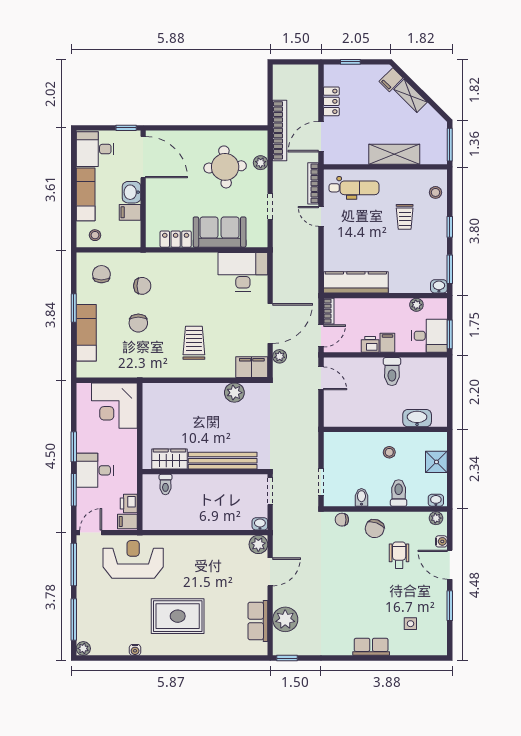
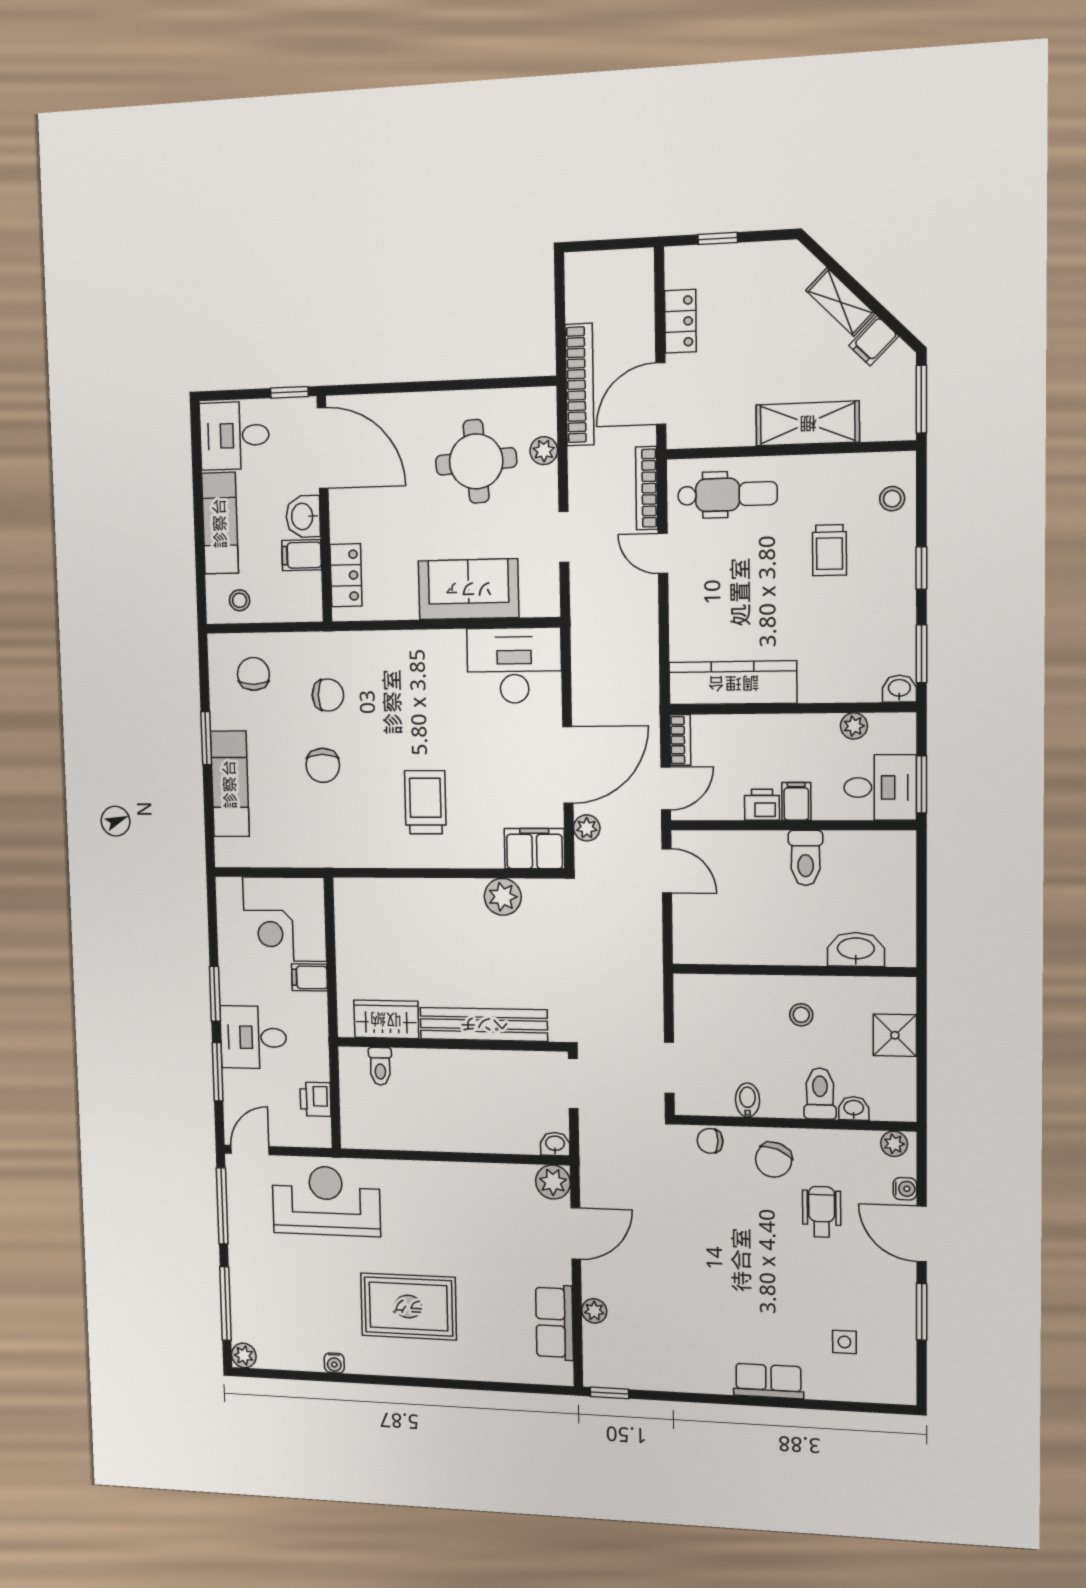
filing cabinet: (391, 80) -> (874, 341), moved
locker: (176, 239) -> (346, 575), moved, turned 90
washbasin: (436, 500) -> (854, 1108), moved
filing cabinet: (127, 521) -> (309, 977), moved
plant: (285, 619) -> (594, 1311), width x0.53, depth x0.53

